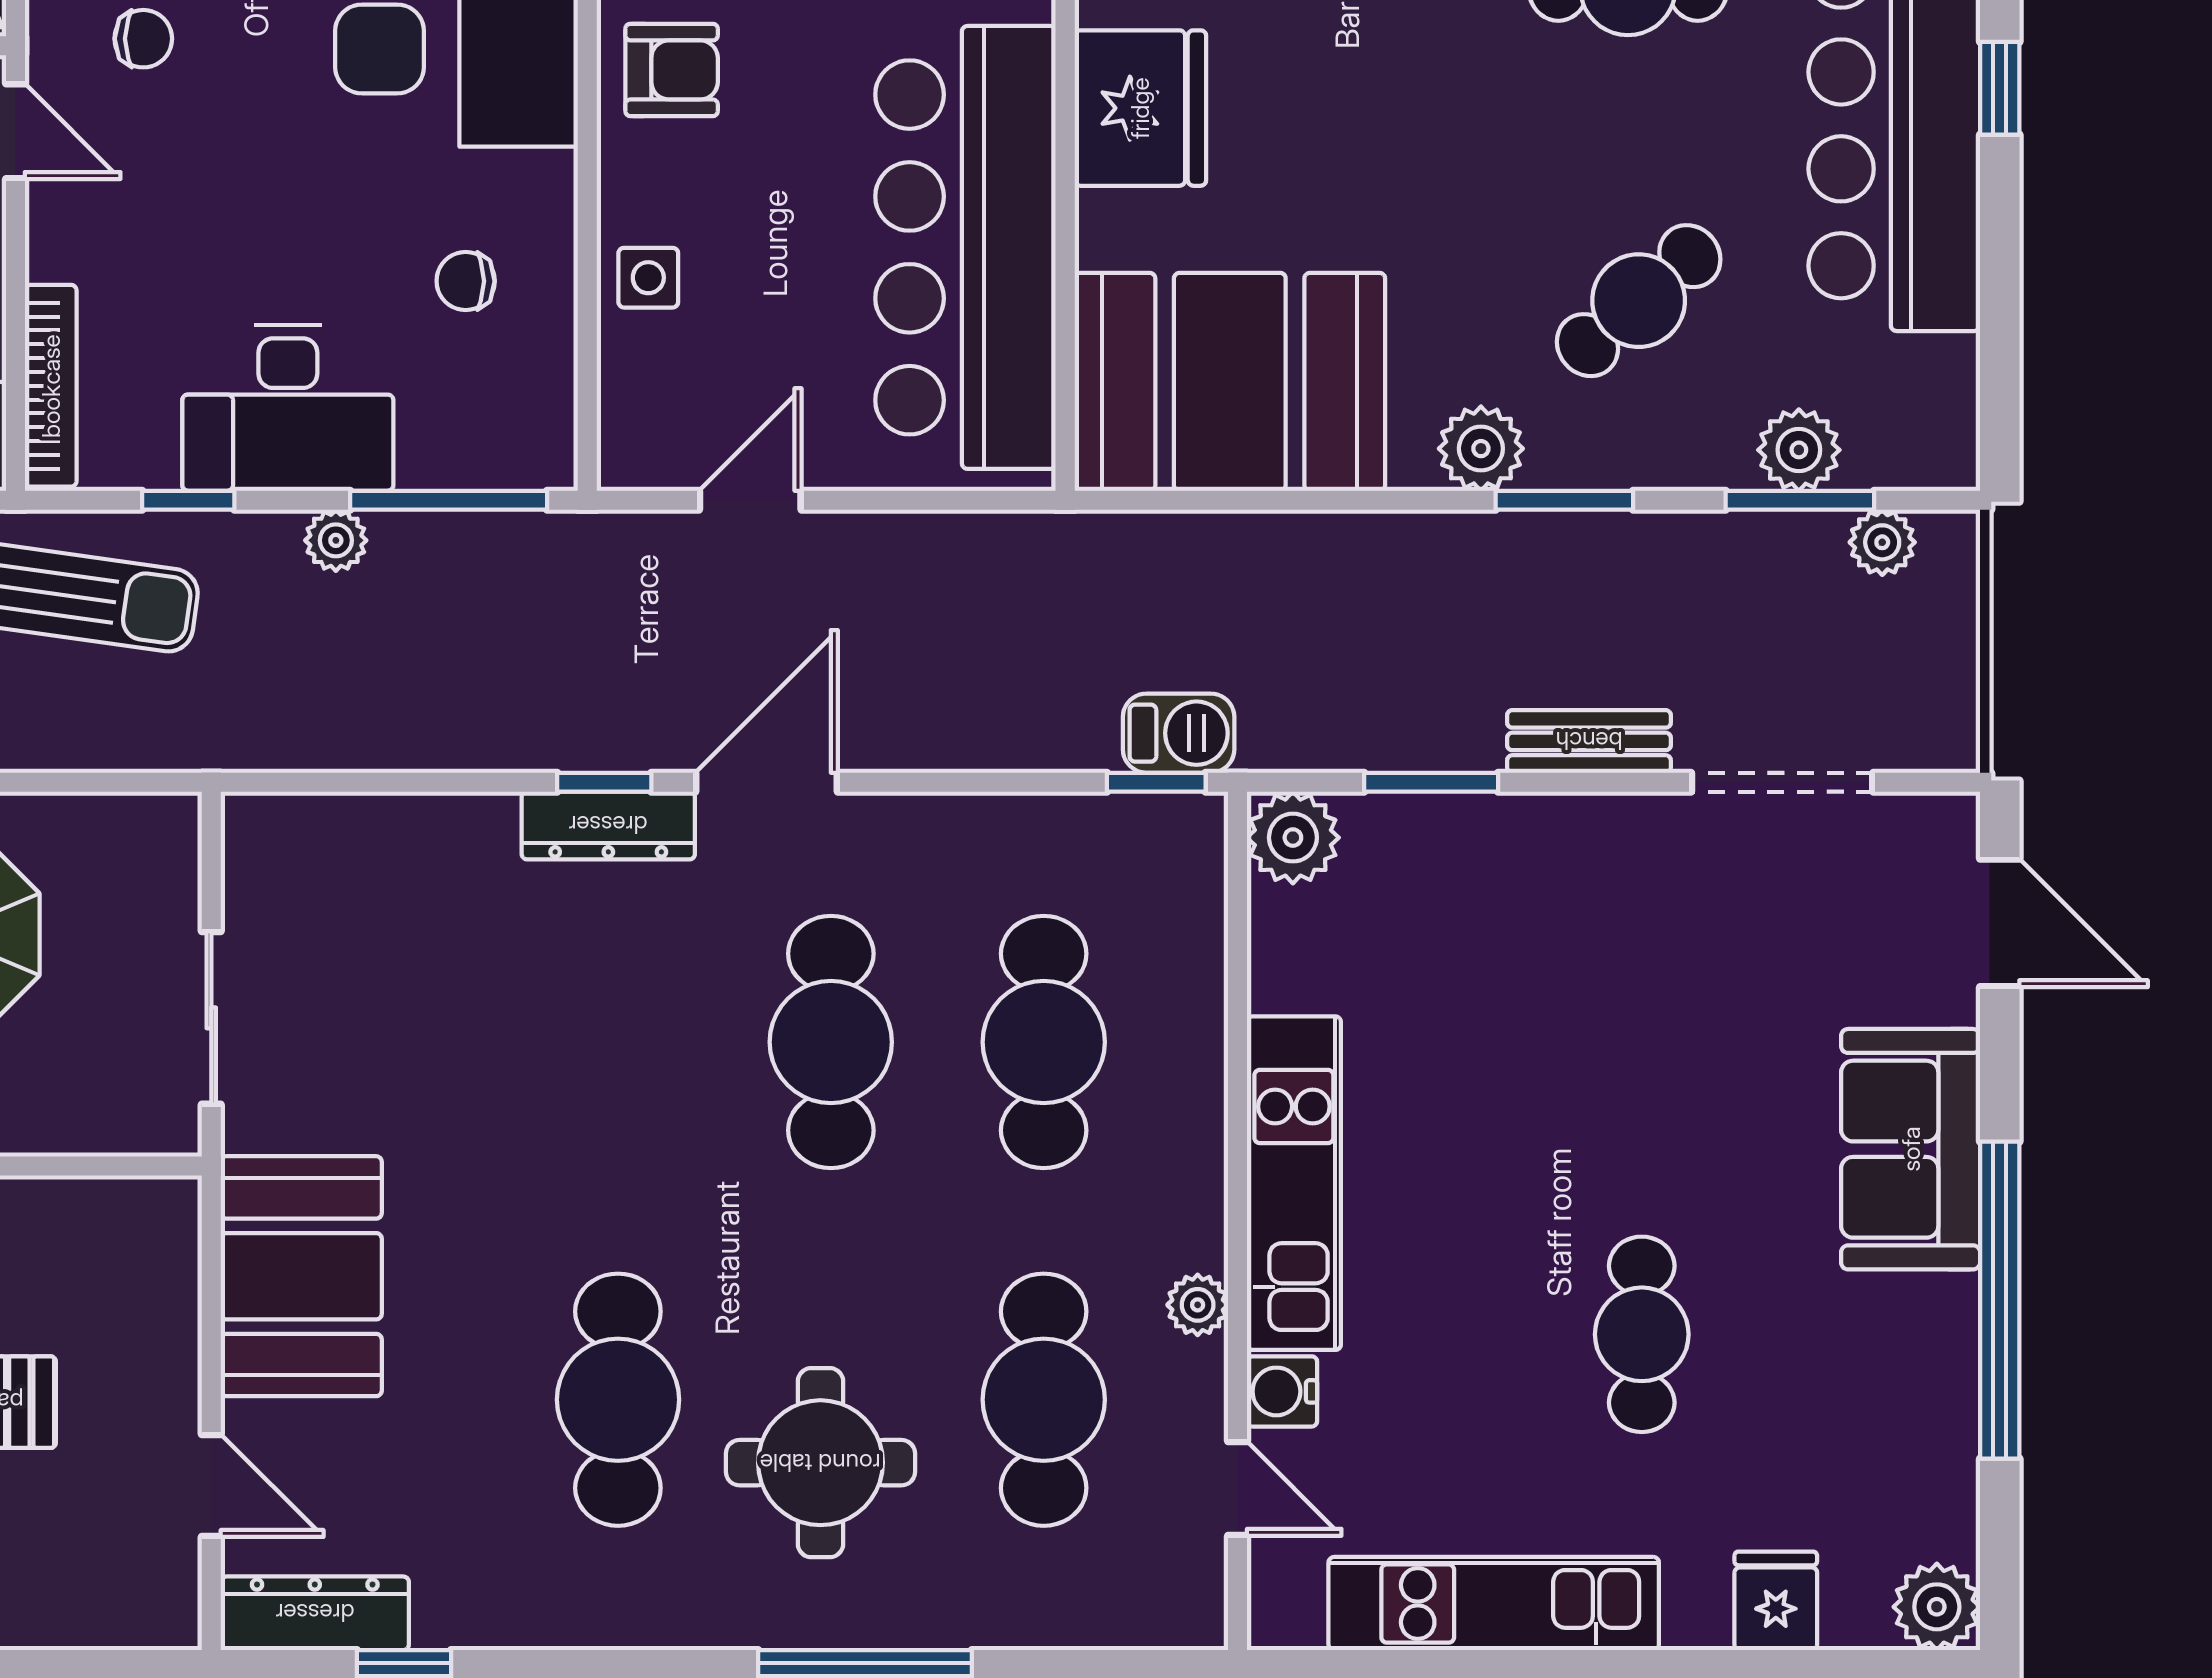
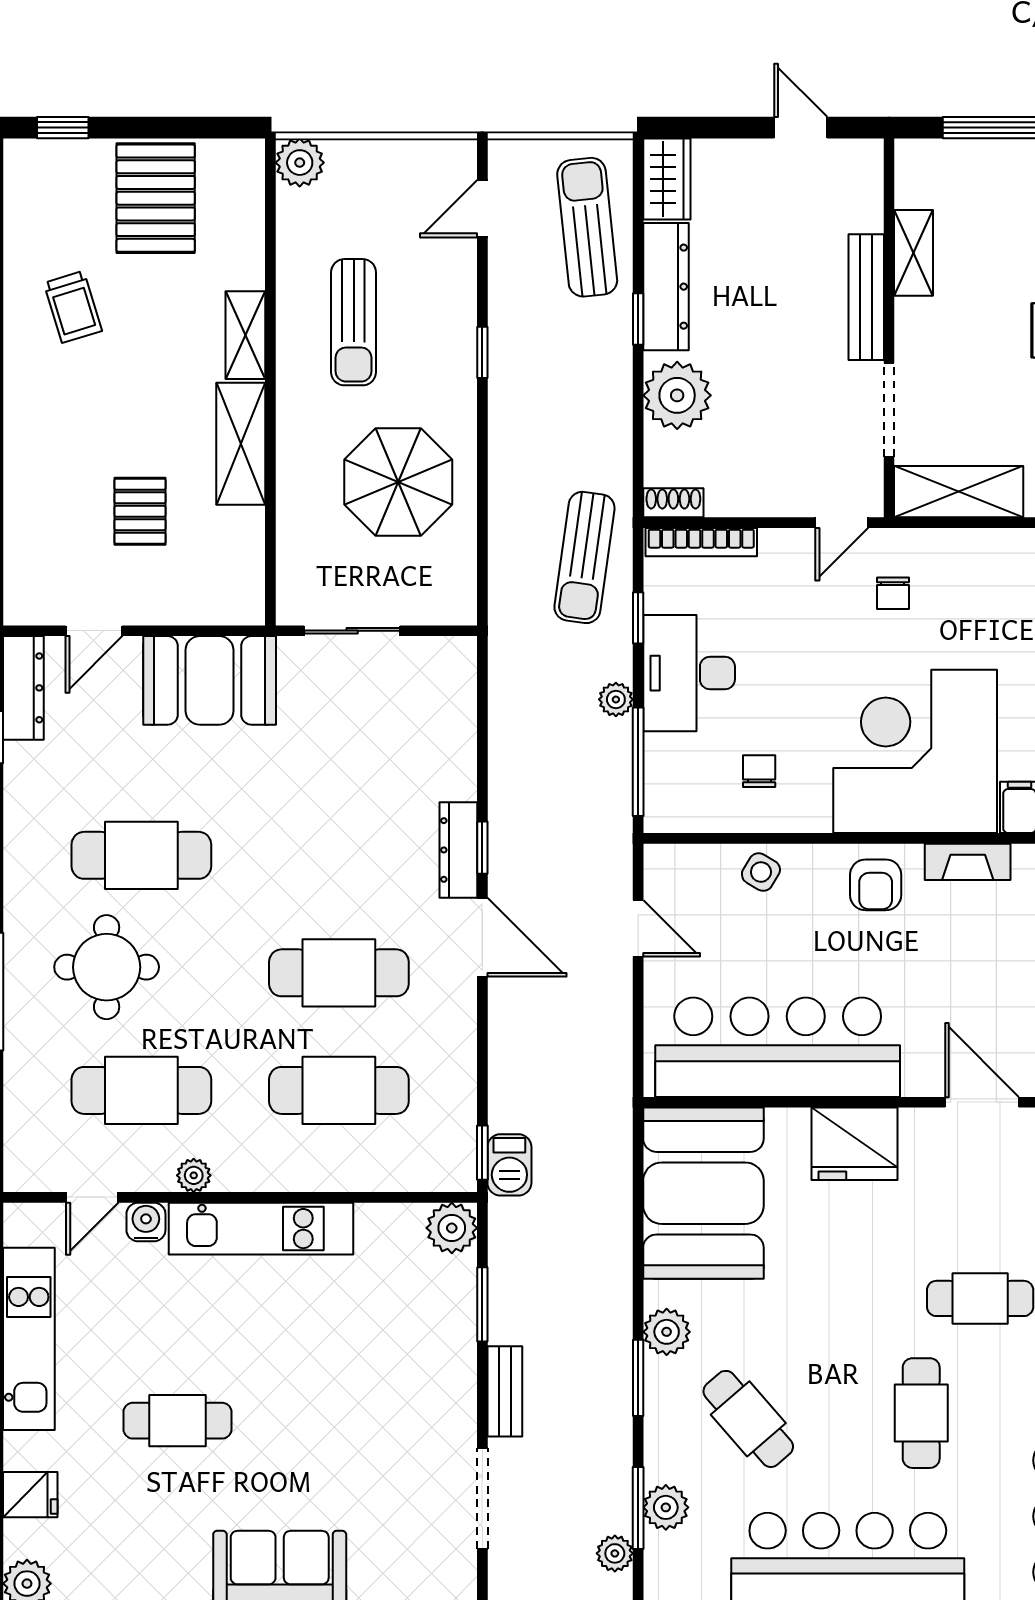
side table: (648, 278) -> (761, 872), turned 31

